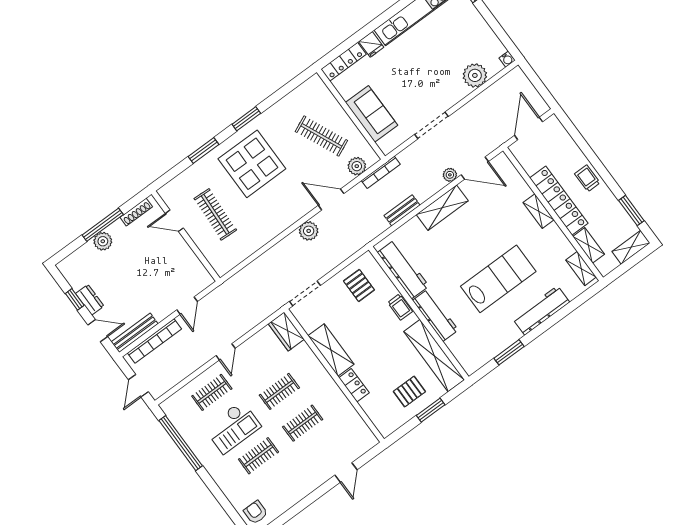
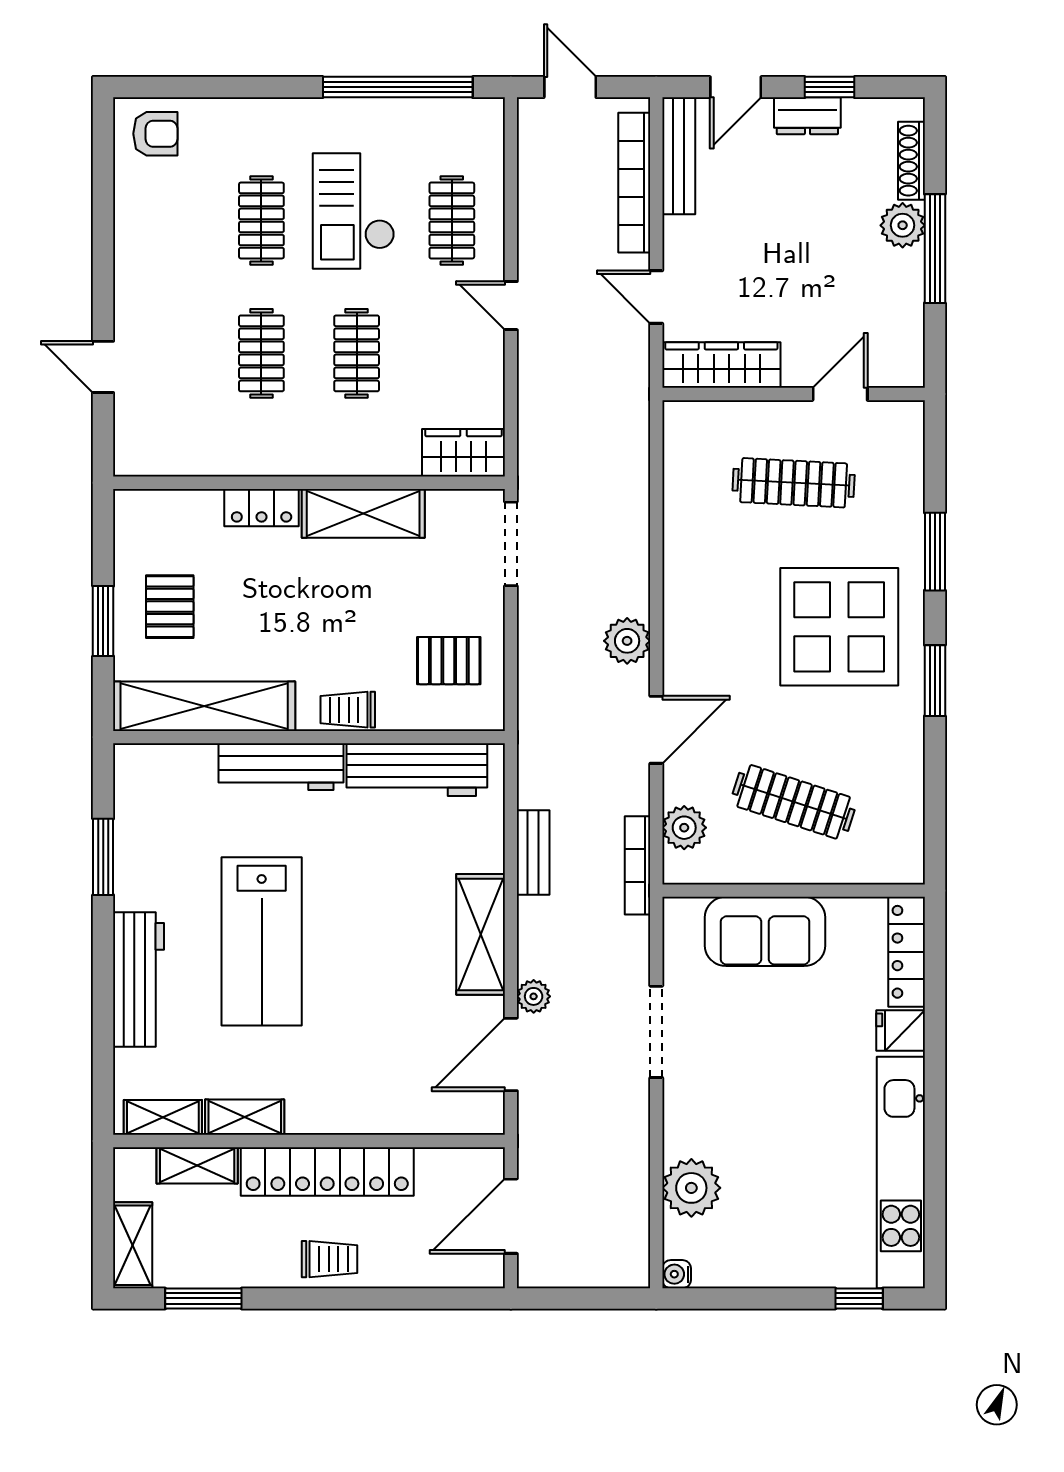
door: (529, 129) -> (511, 1216), swing flipped
clothes rail: (321, 136) -> (794, 802), turned 42
shelving: (539, 211) -> (245, 1117), moved
shoe rack: (136, 212) -> (912, 161), moved
wardrobe: (194, 267) -> (721, 365), added

